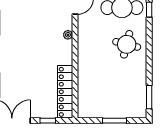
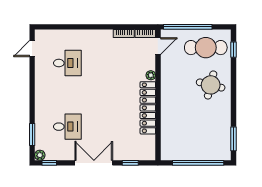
locker: (65, 92) -> (148, 108), moved
window: (114, 121) -> (198, 163), width x2.11

